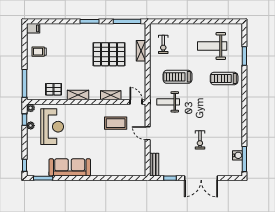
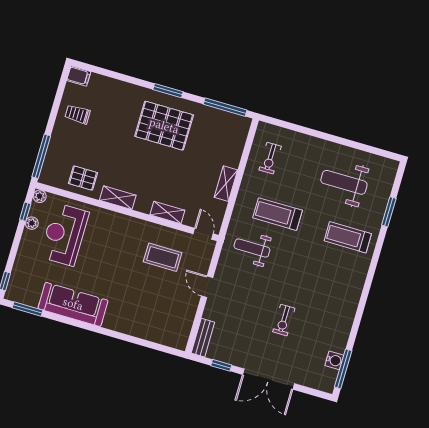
shelving: (141, 51) -> (226, 184), moved
pallet: (109, 54) -> (164, 126), moved
reception desk: (52, 127) -> (64, 234), turned 180

